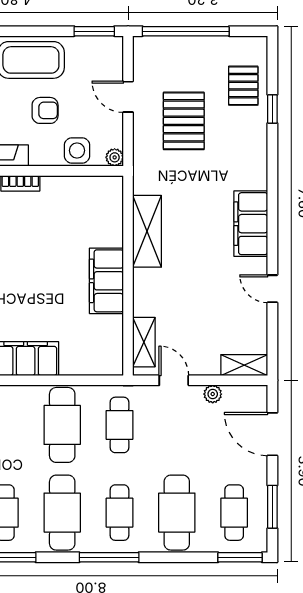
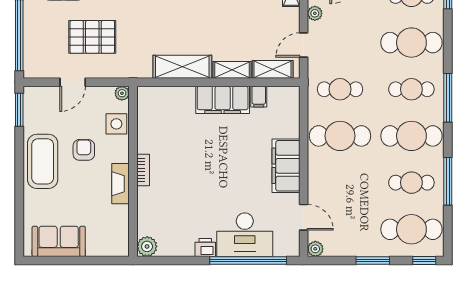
shelving: (143, 292) -> (232, 70), added
filing cabinet: (110, 325) -> (259, 97), added

